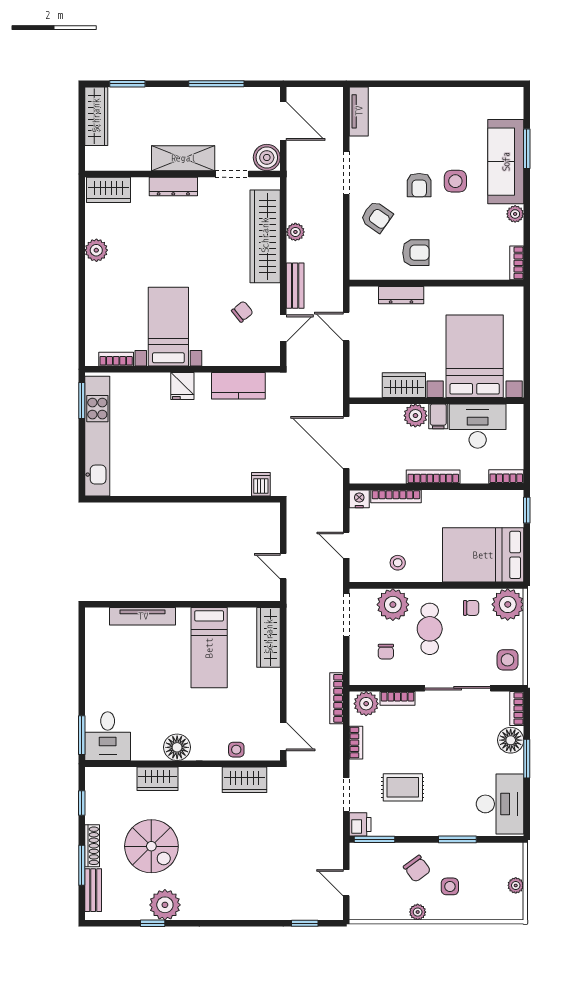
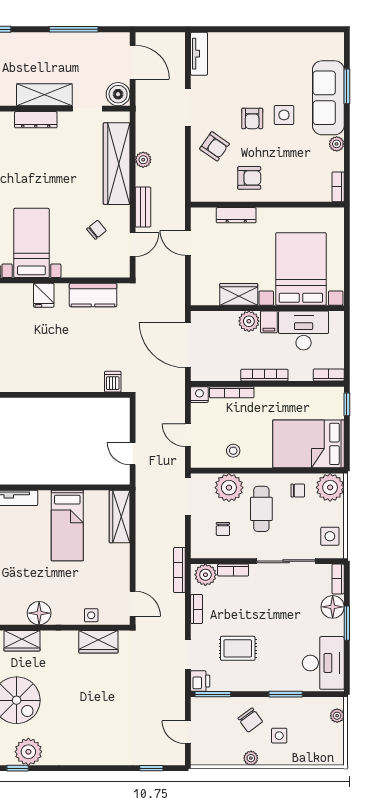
plant: (516, 885) -> (337, 716), moved

